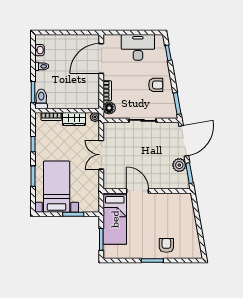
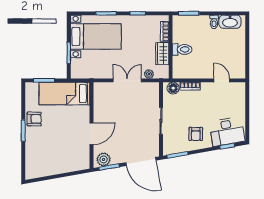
desk: (138, 47) -> (227, 131), moved, turned 80
washbasin: (40, 50) -> (230, 22), width x1.91, depth x1.45
door: (101, 58) -> (222, 80), width x0.53
toilet: (41, 99) -> (182, 49), moved
plant: (95, 117) -> (149, 74), moved
plant: (179, 165) -> (104, 159), moved
door: (138, 191) -> (91, 134), moved
armchair: (166, 245) -> (34, 119), moved

